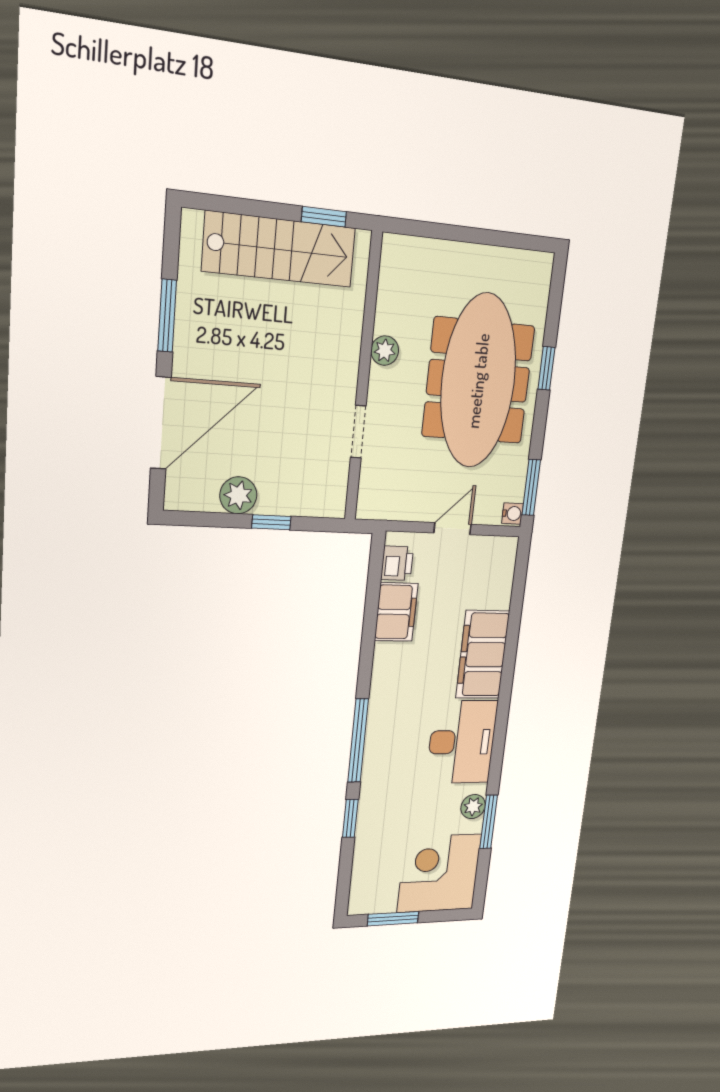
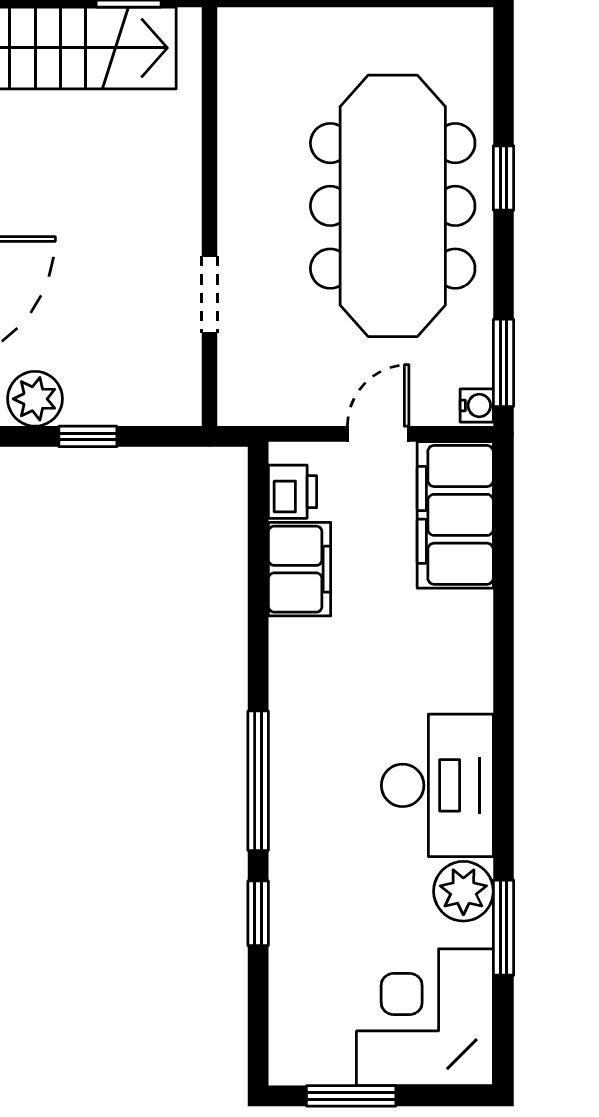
plant: (385, 351) -> (239, 173), removed
filing cabinet: (483, 655) -> (455, 515), moved
plant: (473, 807) -> (463, 891), width x1.38, depth x1.38

